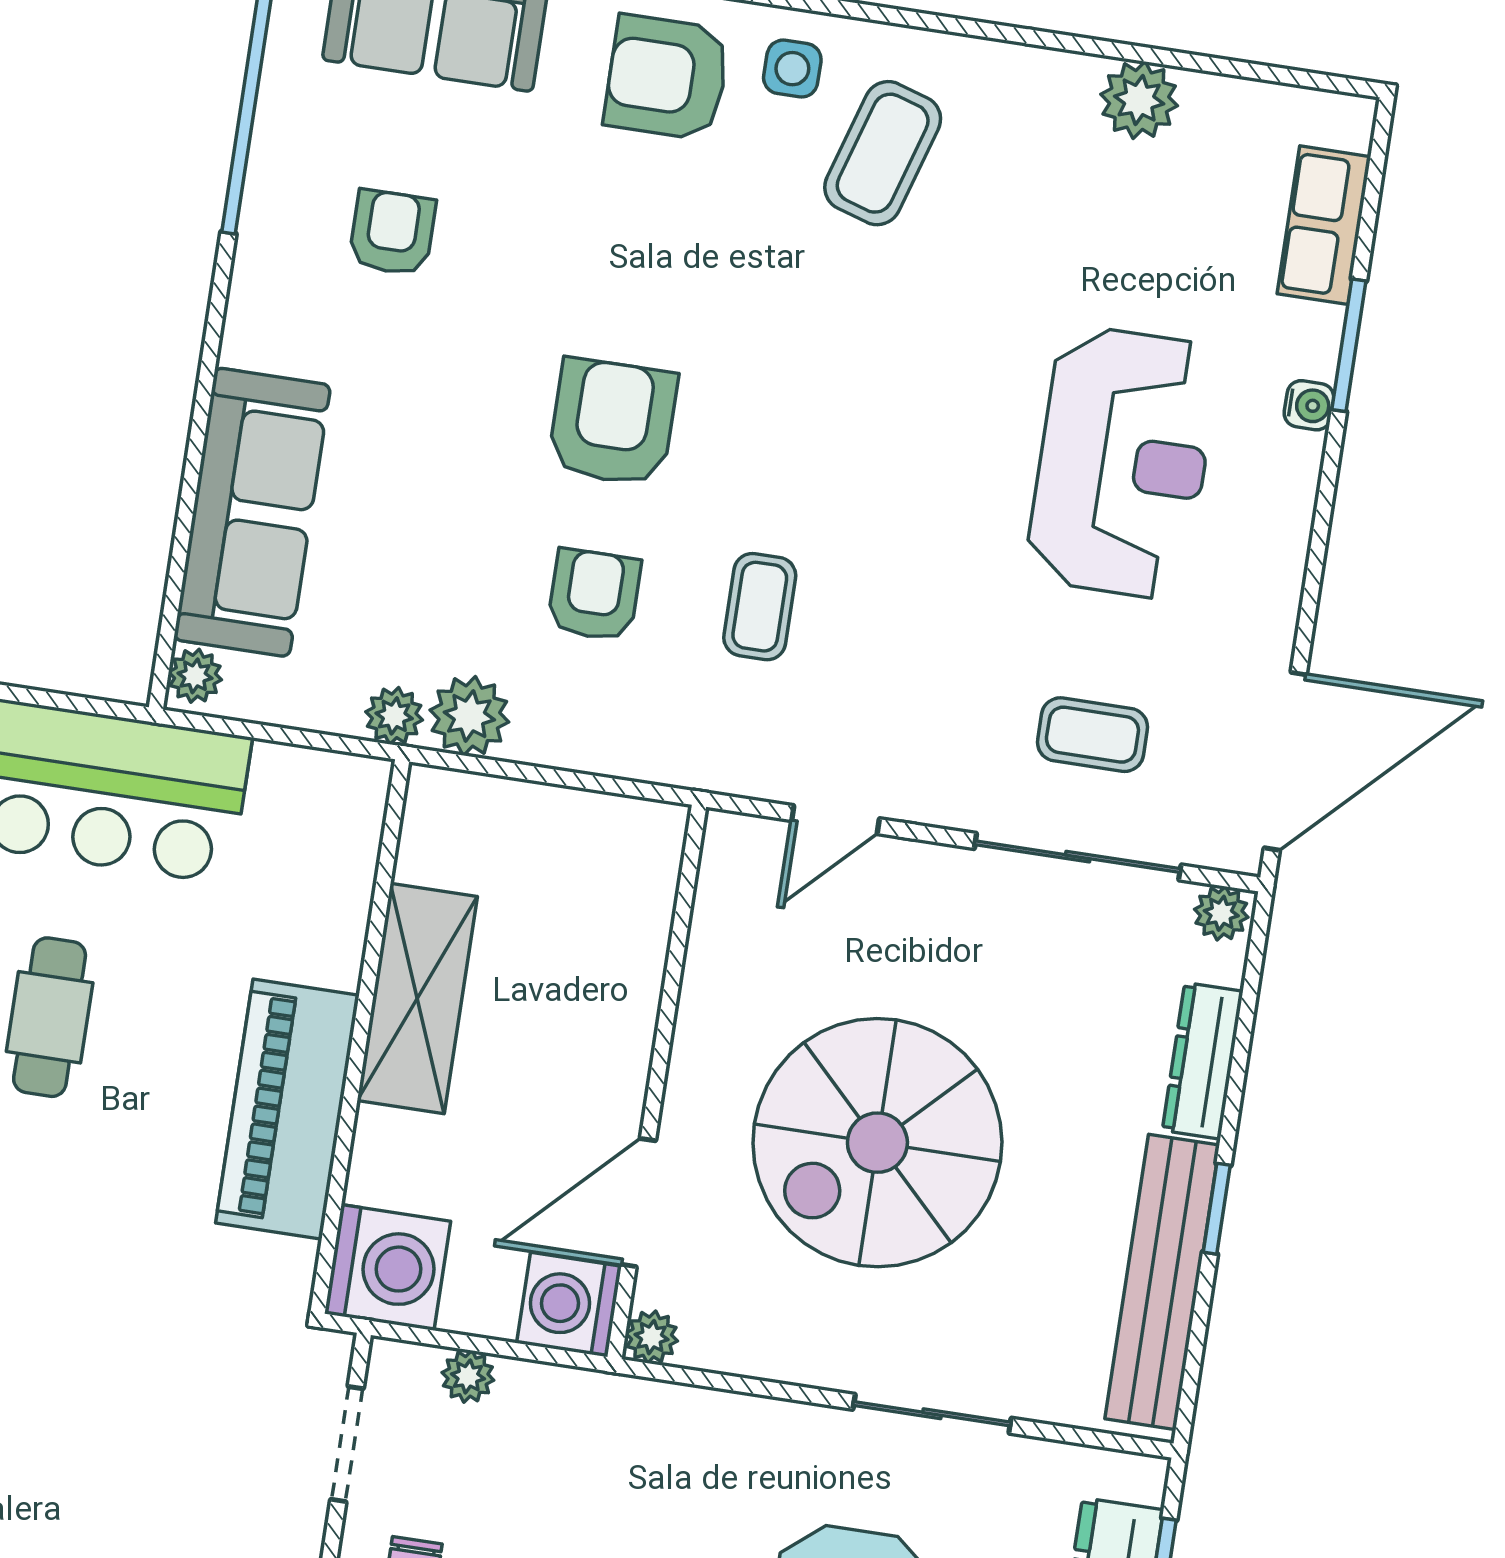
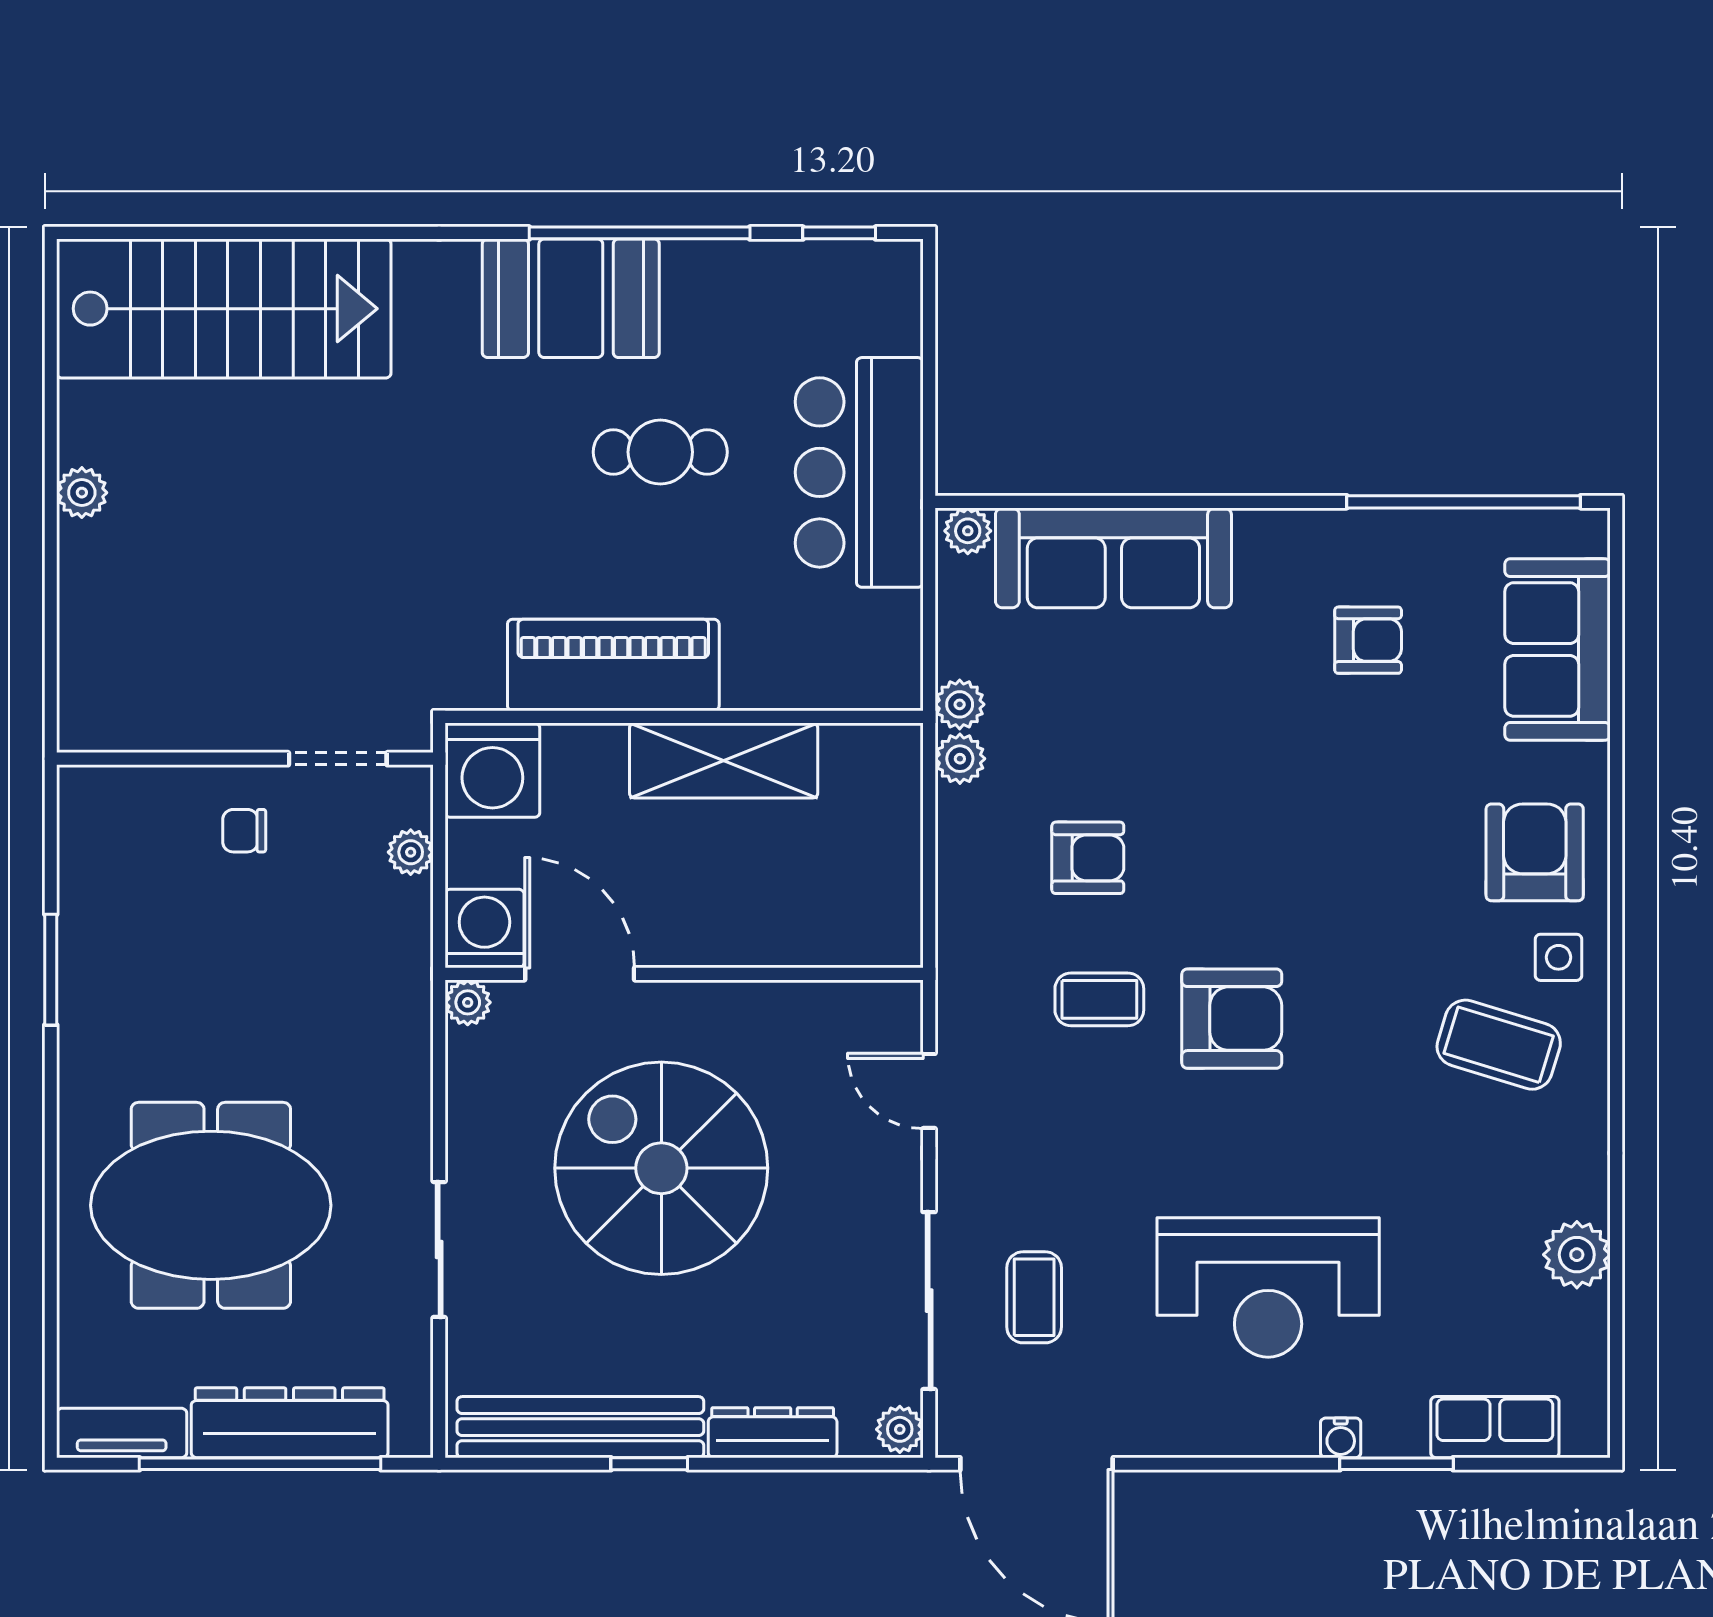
armchair: (613, 422) -> (1232, 1019), moved
plant: (469, 716) -> (960, 759), width x0.73, depth x0.73

